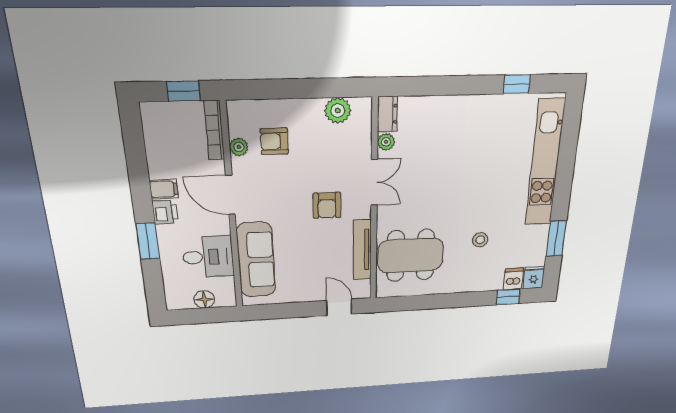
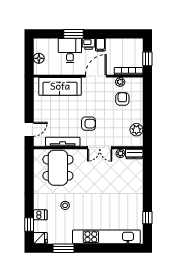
armchair: (327, 205) -> (88, 124), turned 180
desk: (208, 257) -> (70, 51), moved, turned 180
dishwasher: (513, 279) -> (40, 215), moved

